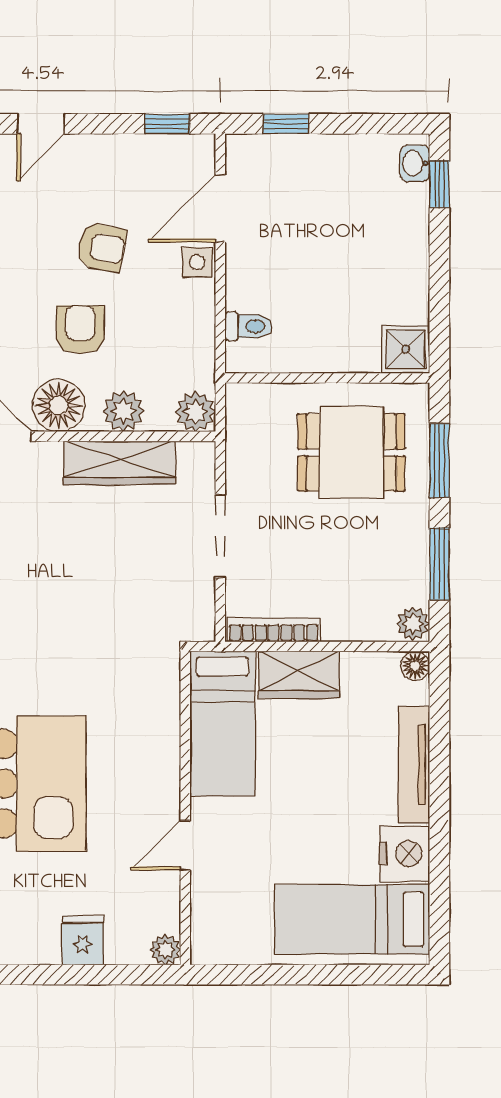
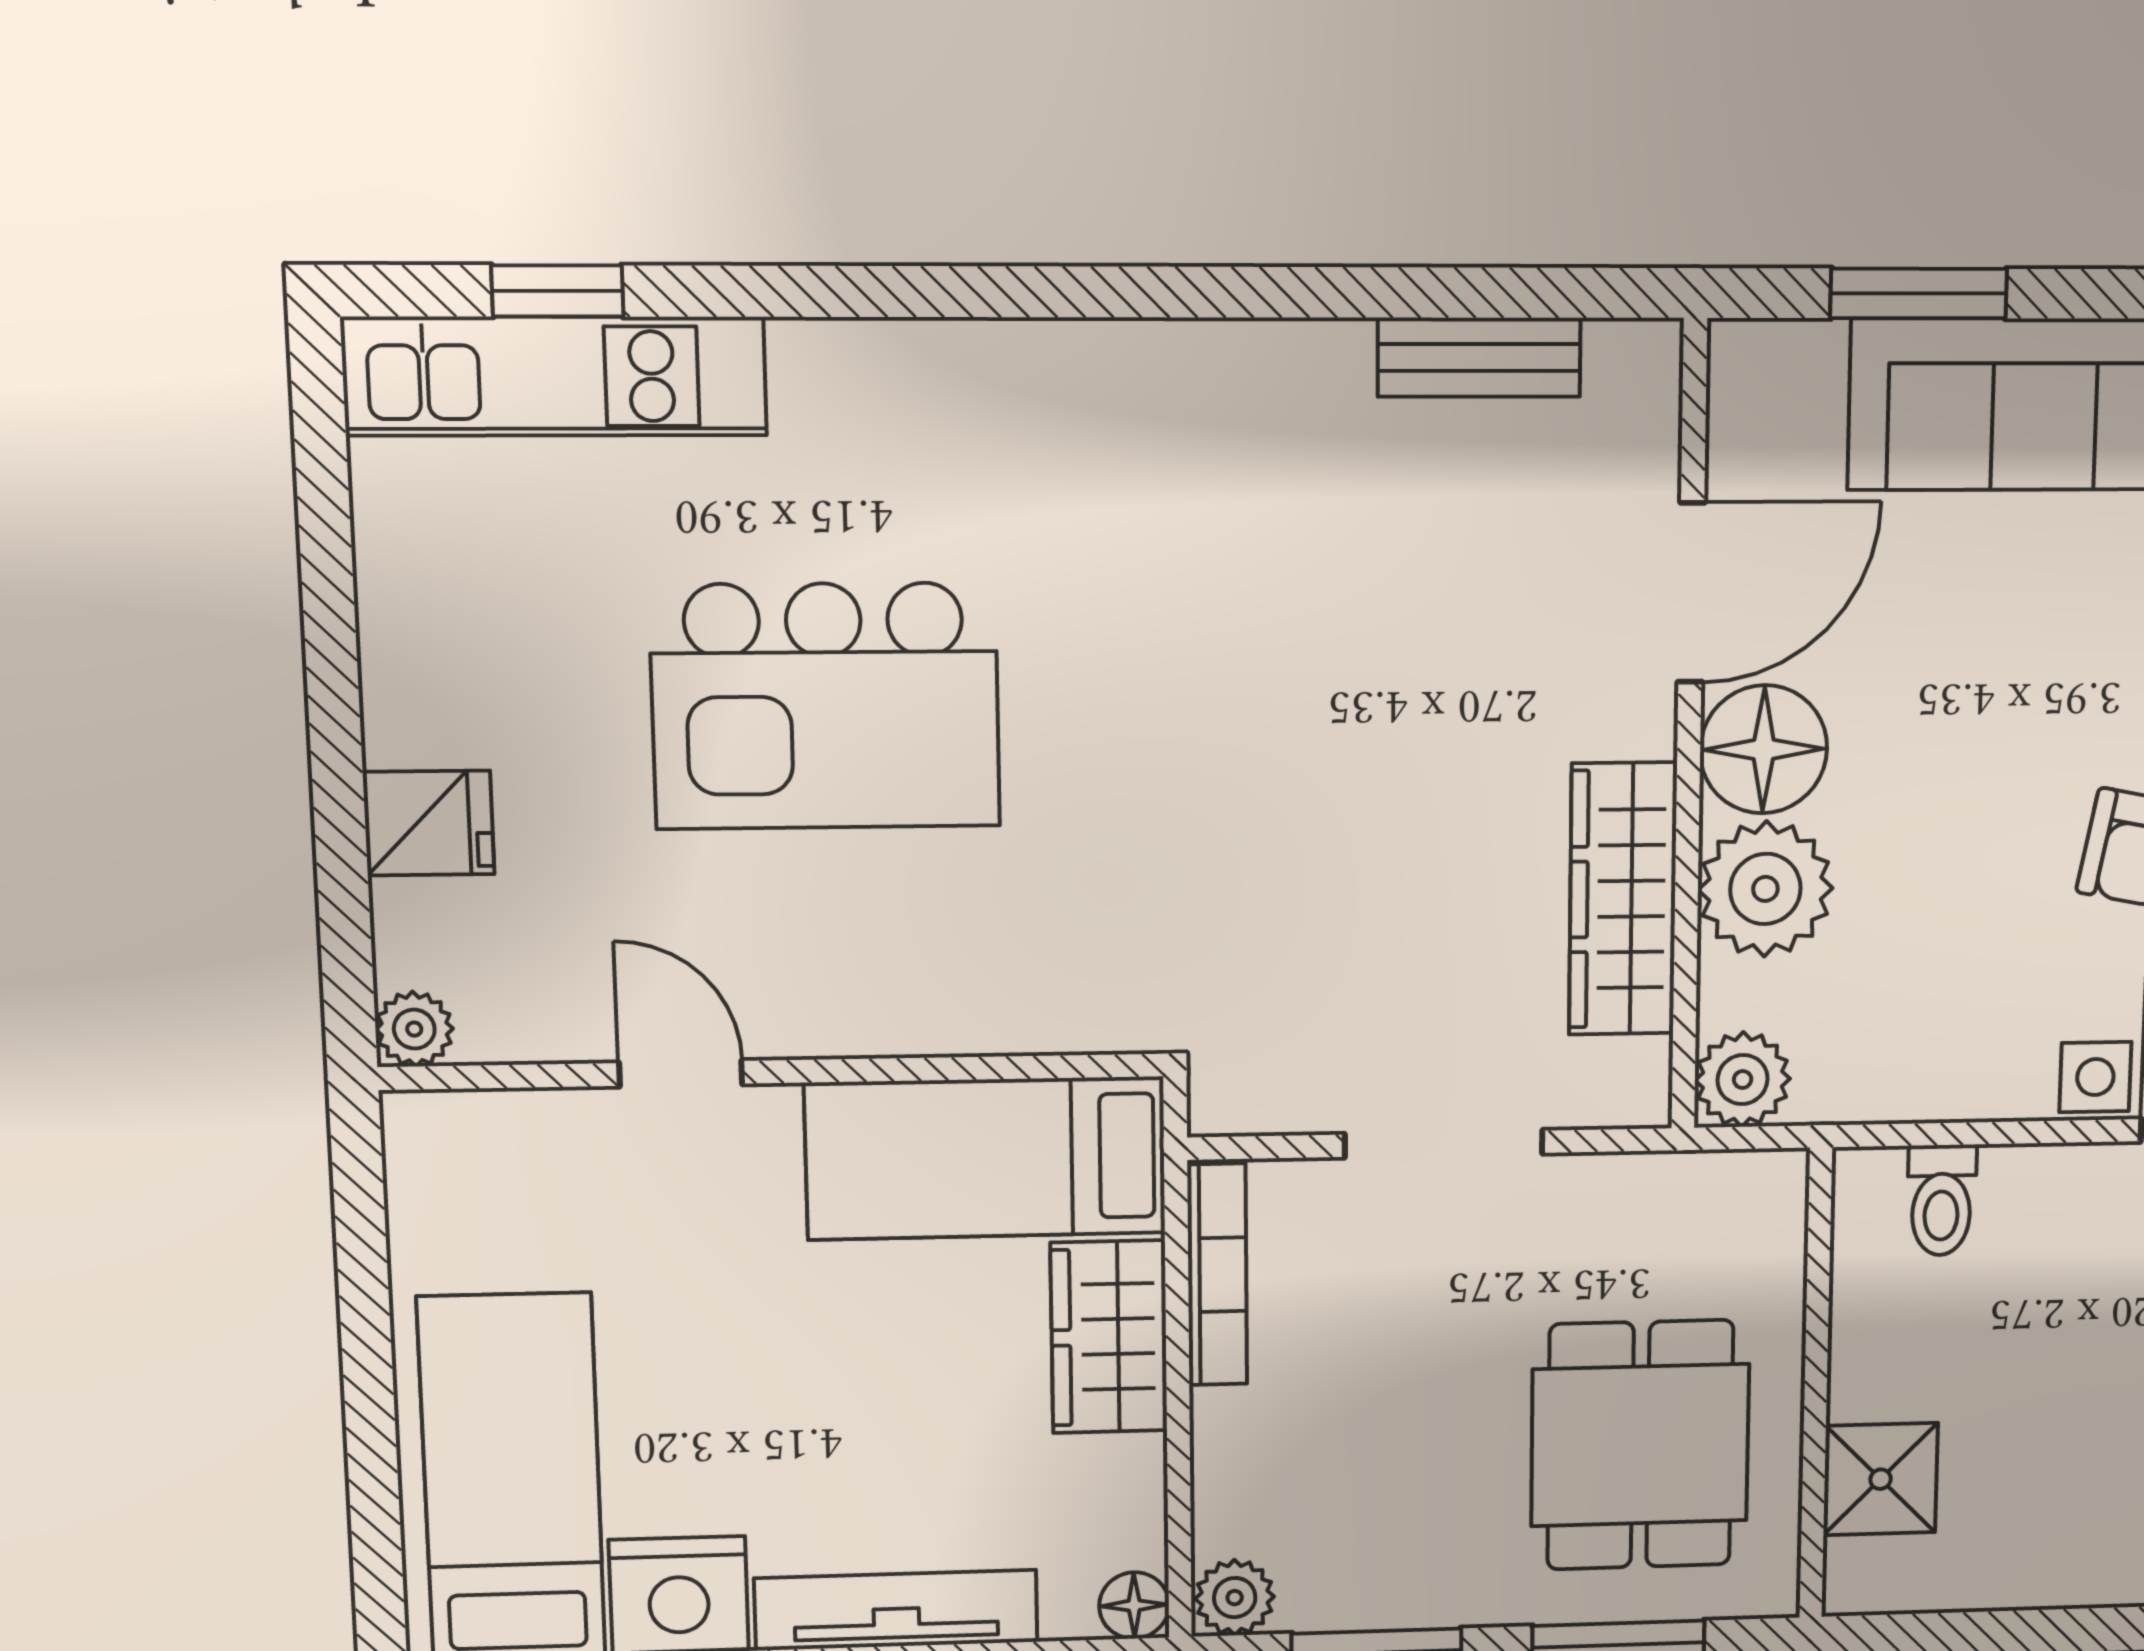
armchair: (80, 330) -> (1945, 800), removed
shower: (405, 349) -> (1881, 1479), moved
plant: (124, 411) -> (1765, 889), width x1.36, depth x1.36

